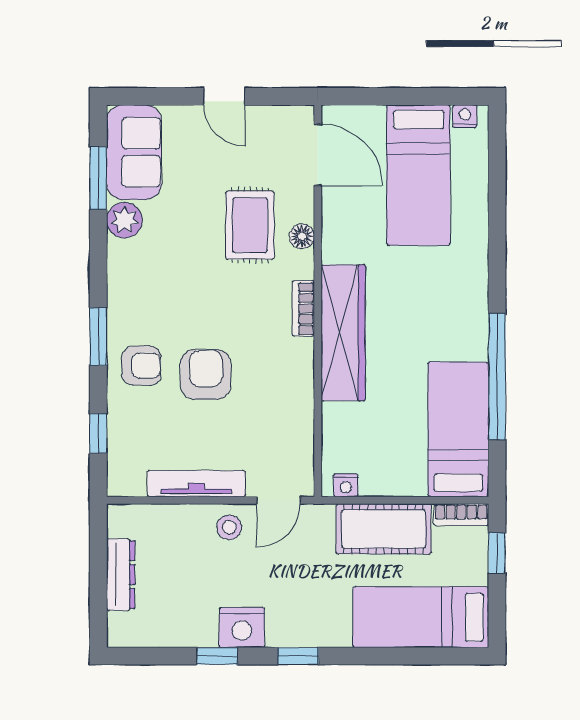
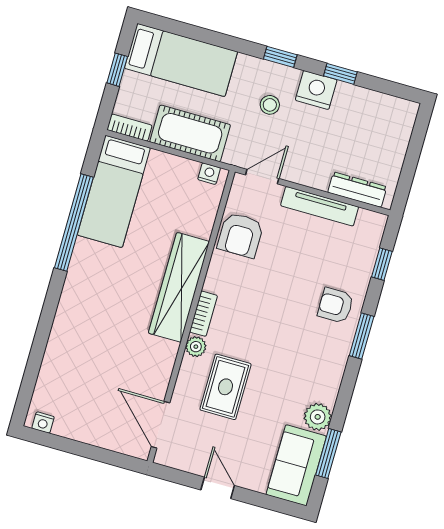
bed: (418, 175) -> (90, 388), removed
floor lamp: (302, 236) -> (189, 368), removed
plant: (301, 265) -> (196, 347), added
armchair: (206, 374) -> (240, 235), moved
stool: (229, 527) -> (270, 105), moved
window: (497, 553) -> (117, 70), moved
dresser: (121, 575) -> (357, 190), moved, turned 90

